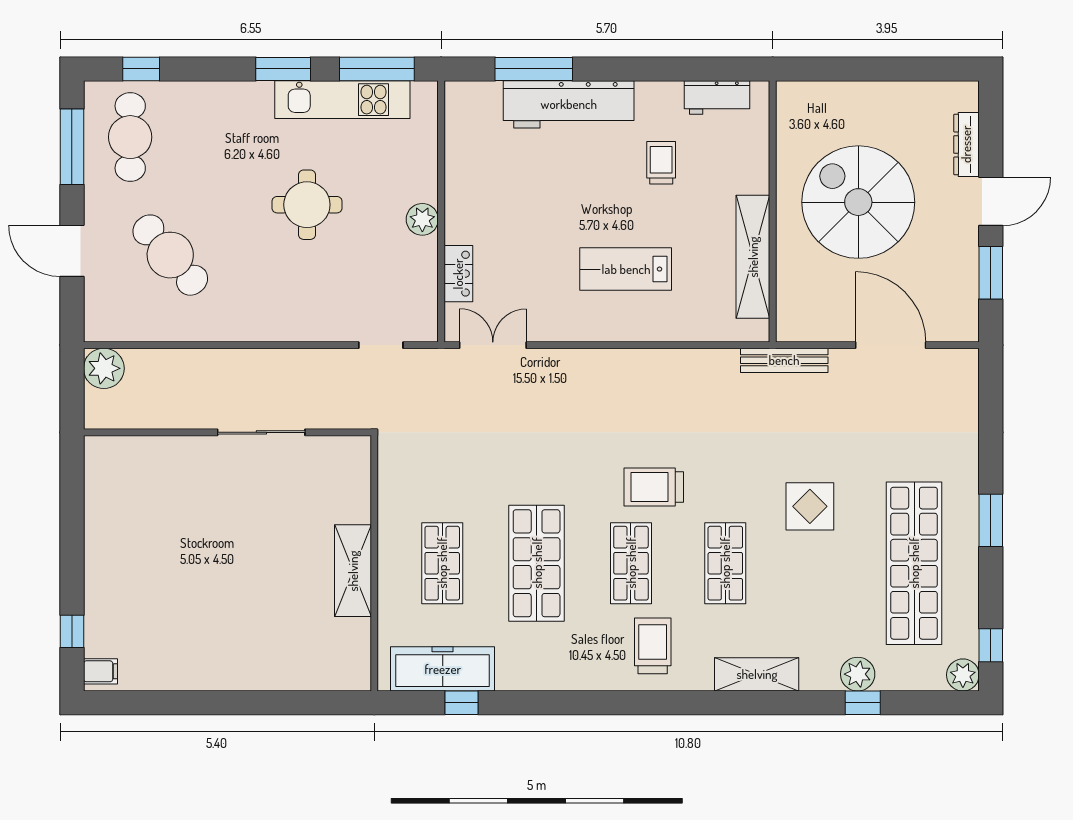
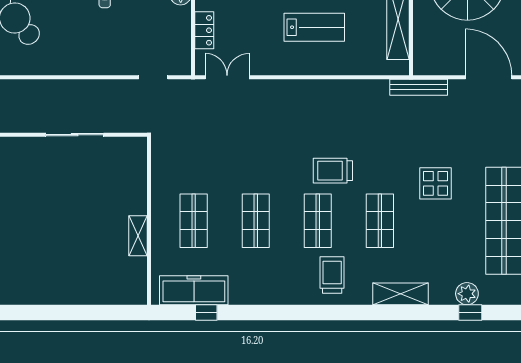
lab bench: (626, 269) -> (314, 27), turned 180
shop shelf: (537, 563) -> (256, 221), width x0.70, depth x0.74
shelving: (353, 571) -> (138, 236), width x0.67, depth x0.75

